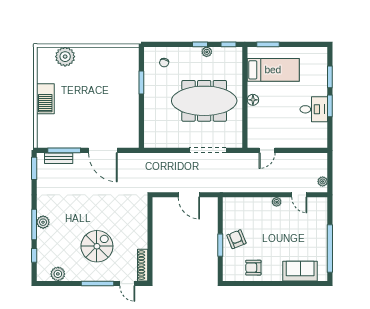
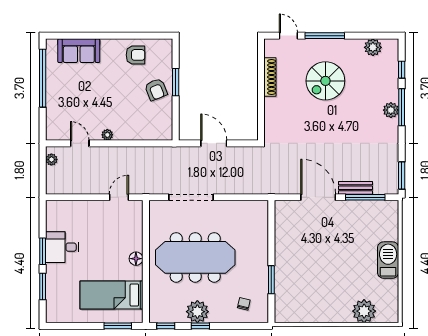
plant: (207, 52) -> (197, 312), width x1.88, depth x1.88
bench: (59, 158) -> (356, 188), moved
shoe rack: (143, 265) -> (270, 77), moved

